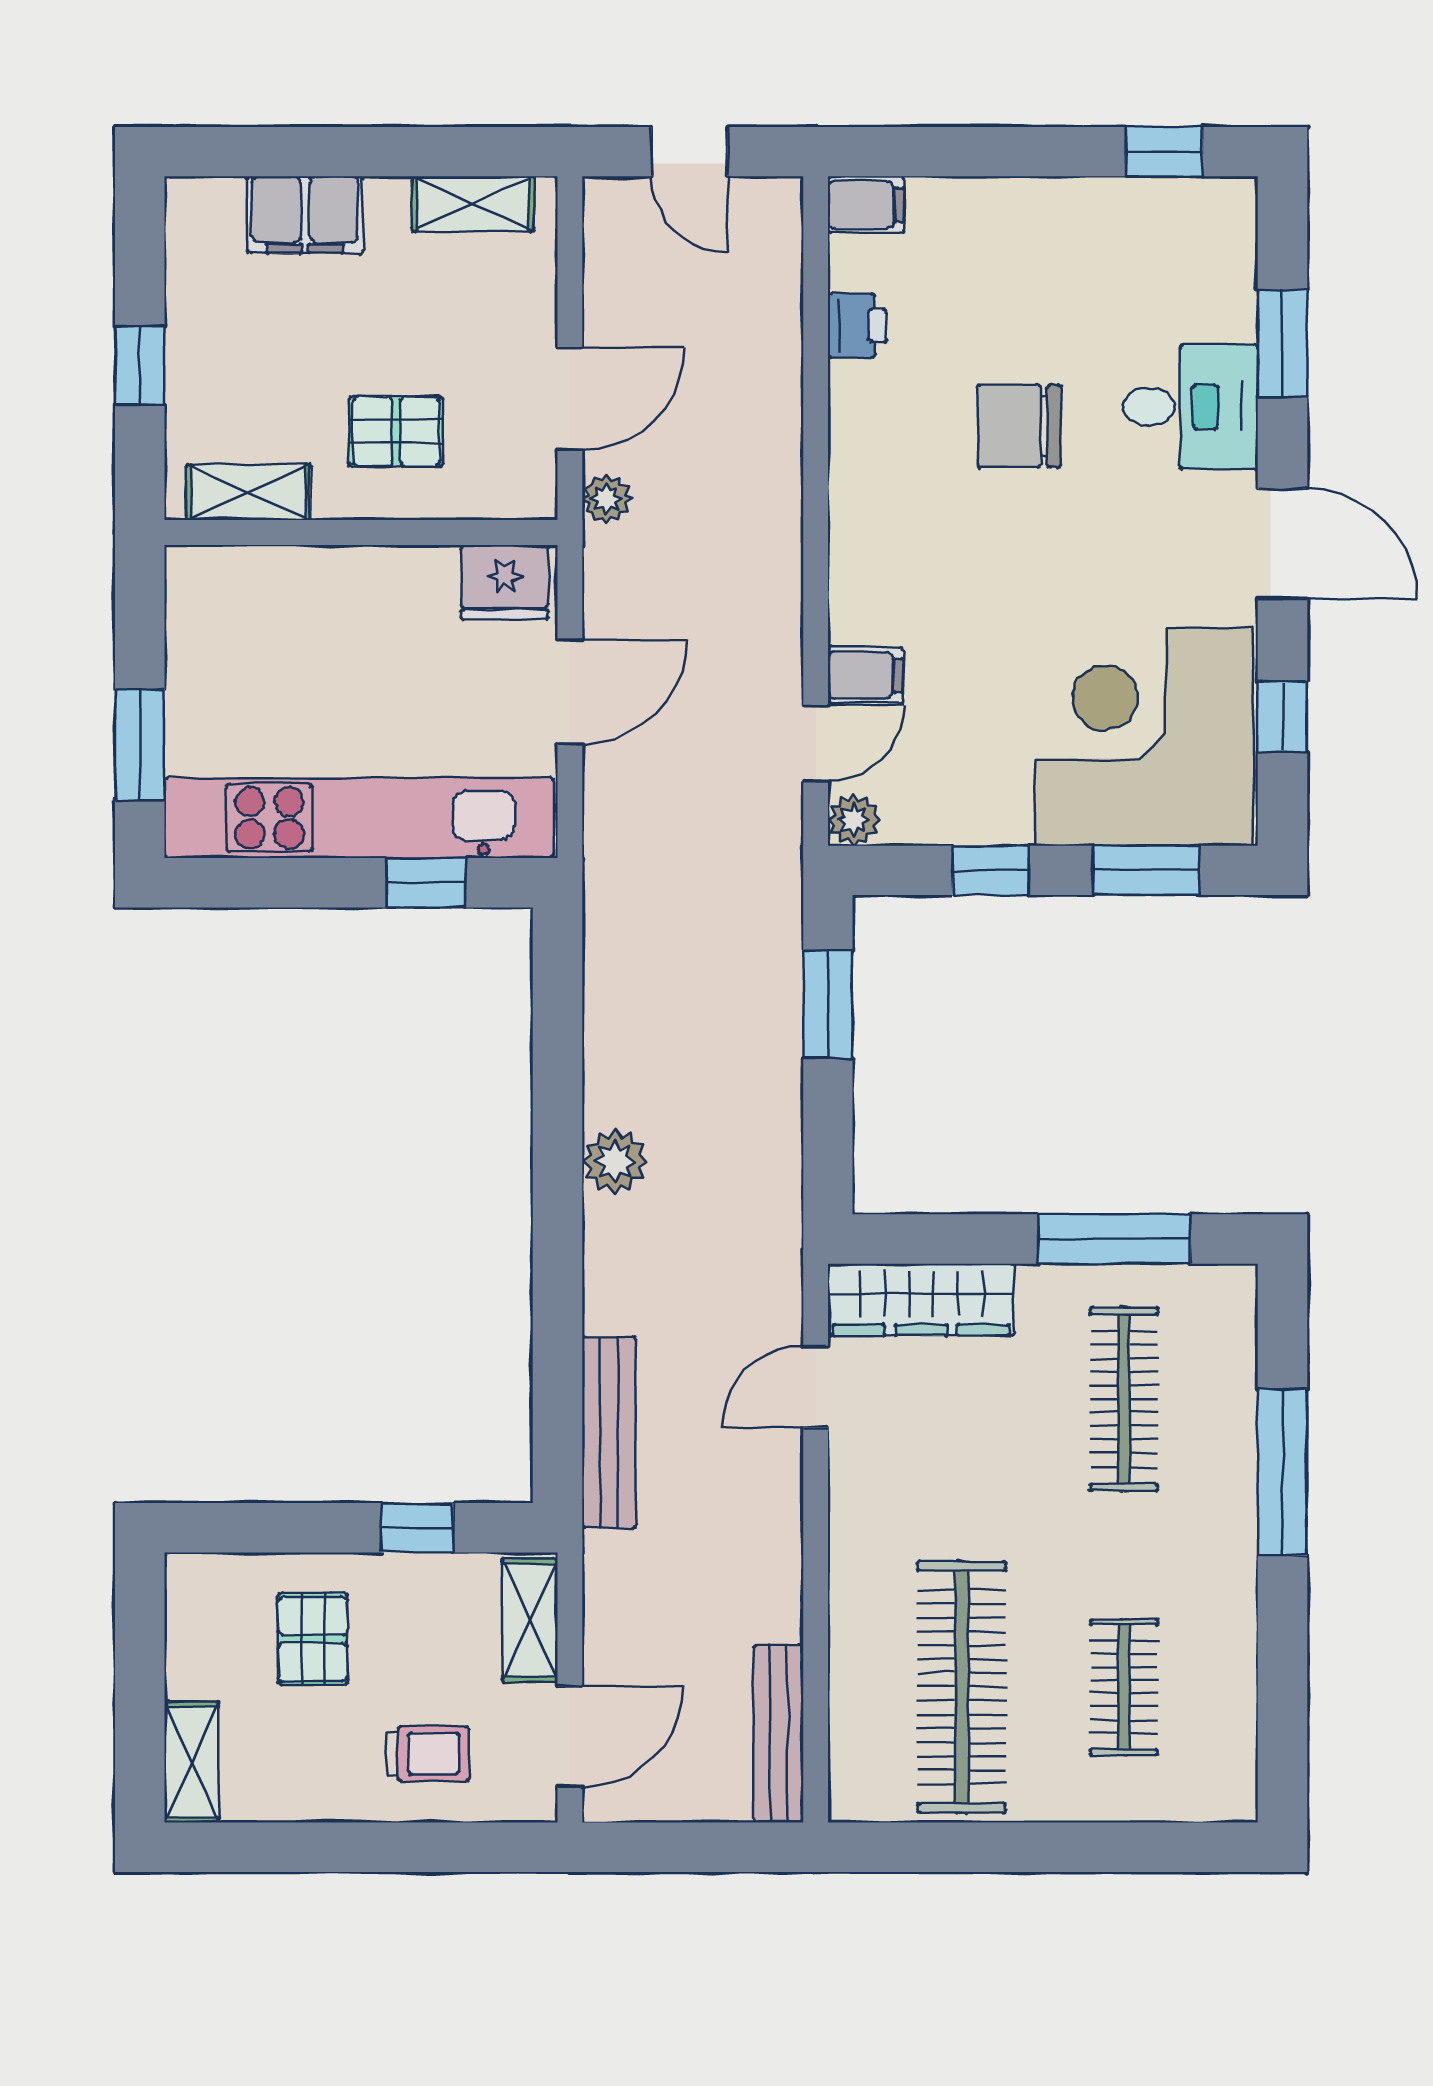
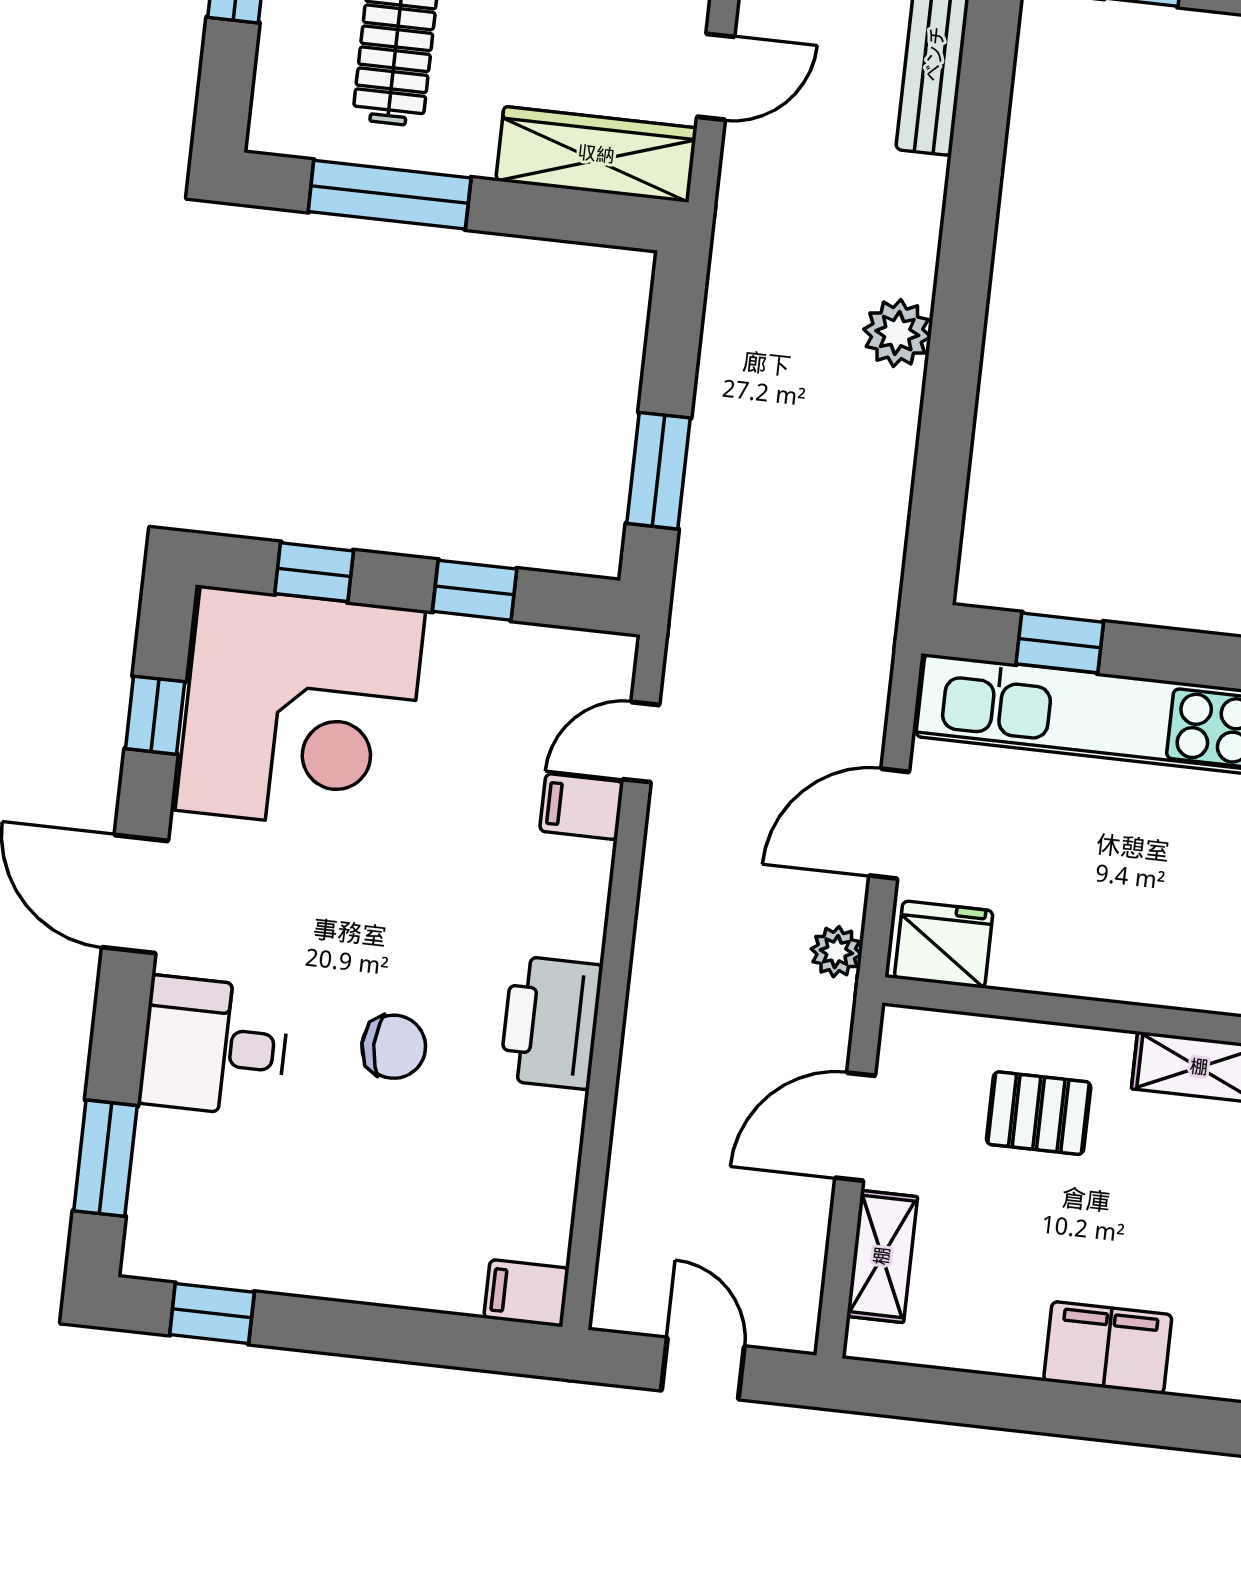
shelving: (473, 204) -> (882, 1256), moved, turned 90
printer: (857, 326) -> (551, 1023), moved, width x1.87, depth x1.48
window: (1282, 343) -> (105, 1158), moved
chair: (1019, 426) -> (394, 1047), width x0.73, depth x0.73
plant: (607, 499) -> (836, 952), moved
plant: (854, 820) -> (610, 658), removed
window: (1146, 870) -> (314, 572), width x0.67

